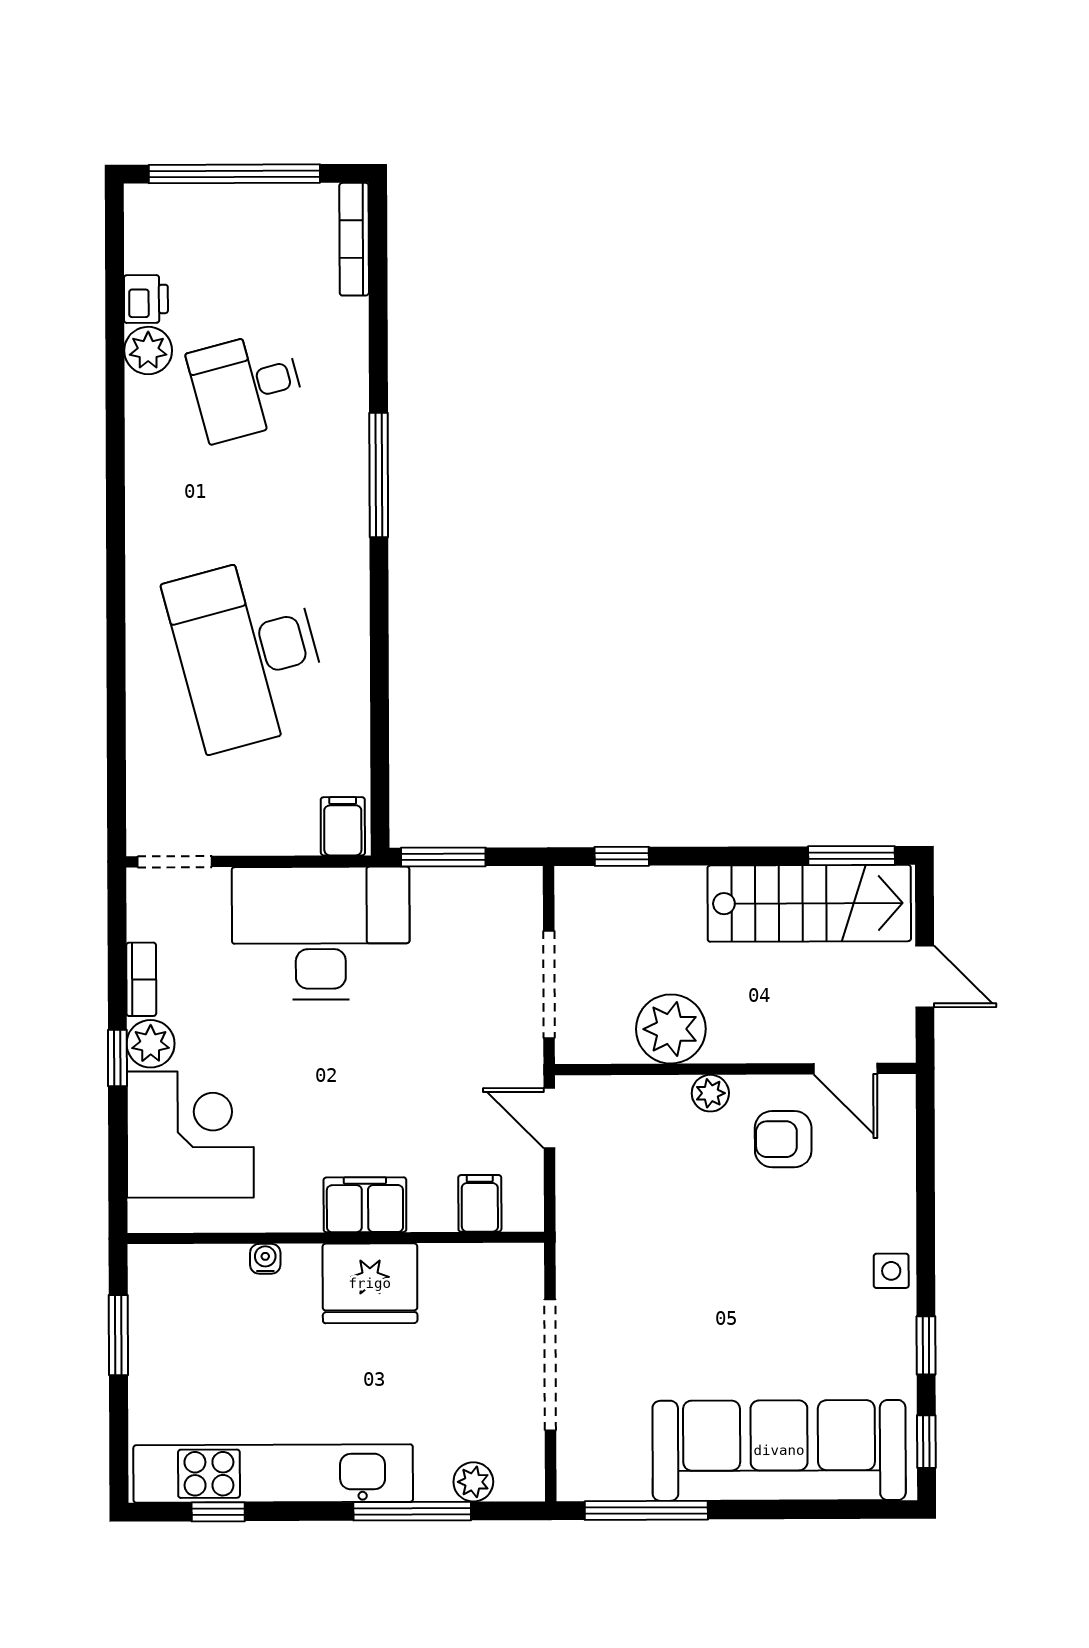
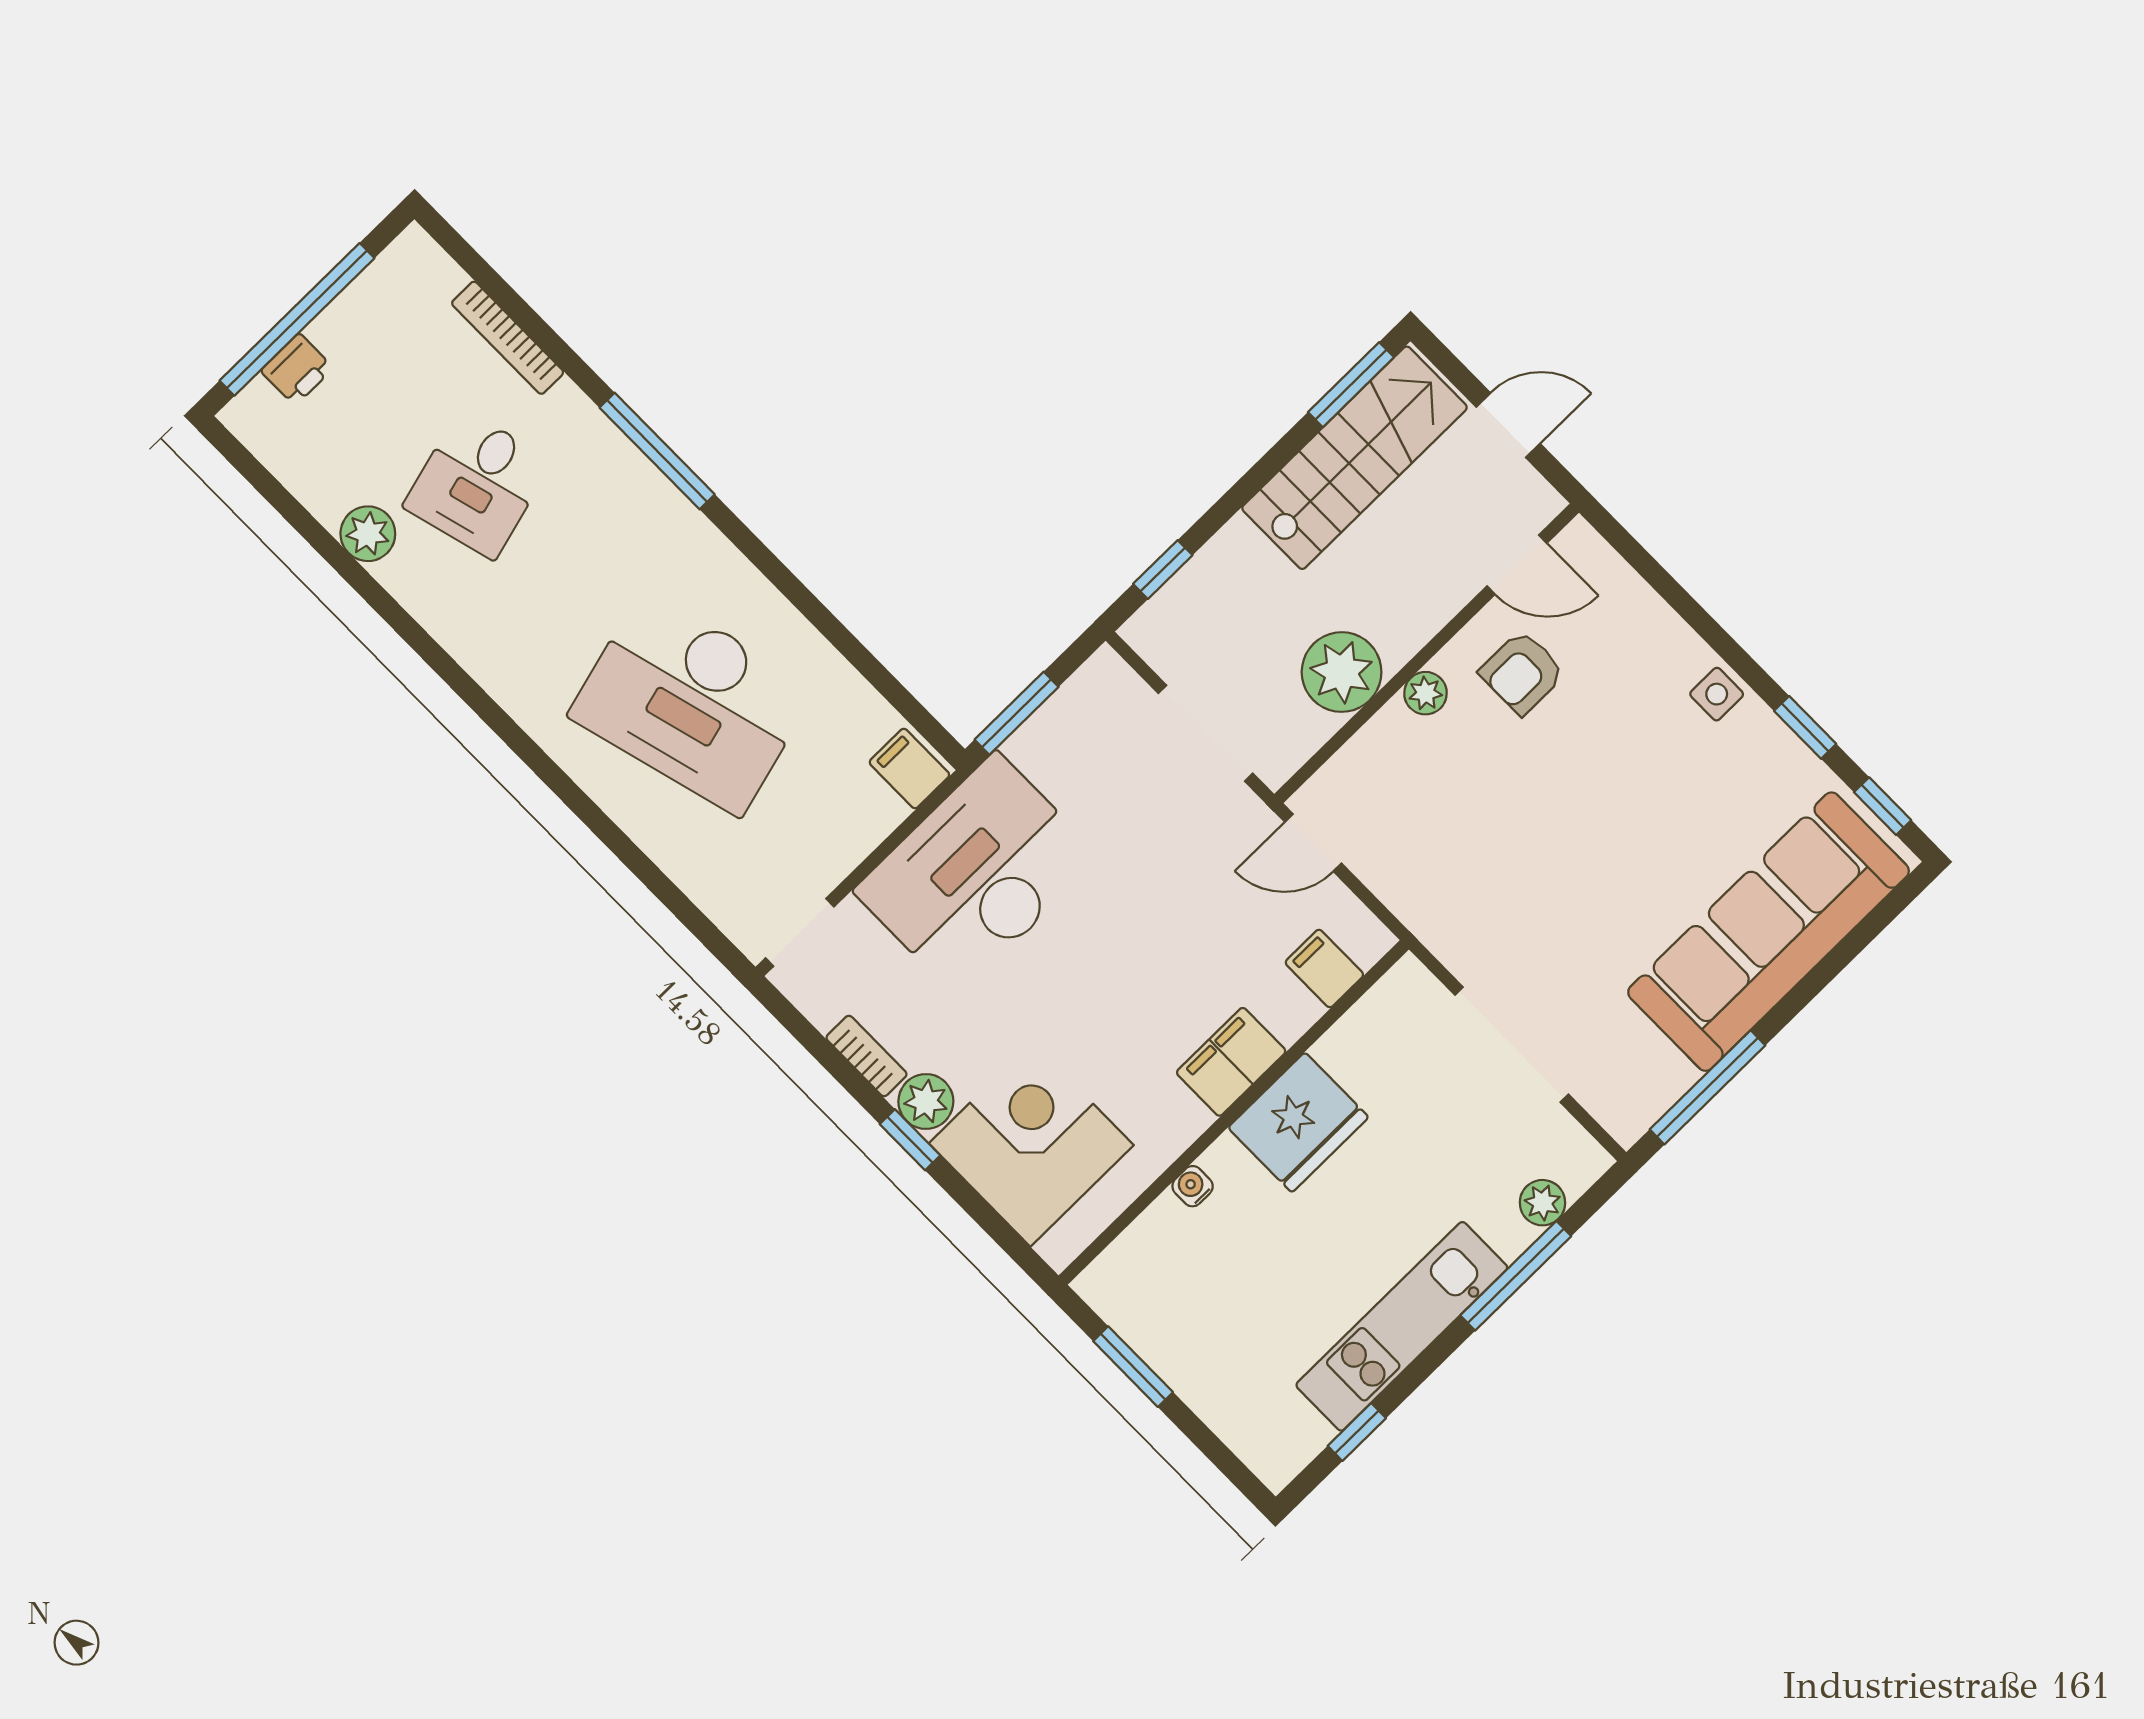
bookcase: (354, 239) -> (508, 338), moved
printer: (146, 299) -> (297, 369), moved, turned 90
kitchen unit: (273, 1474) -> (1402, 1326), width x0.73

